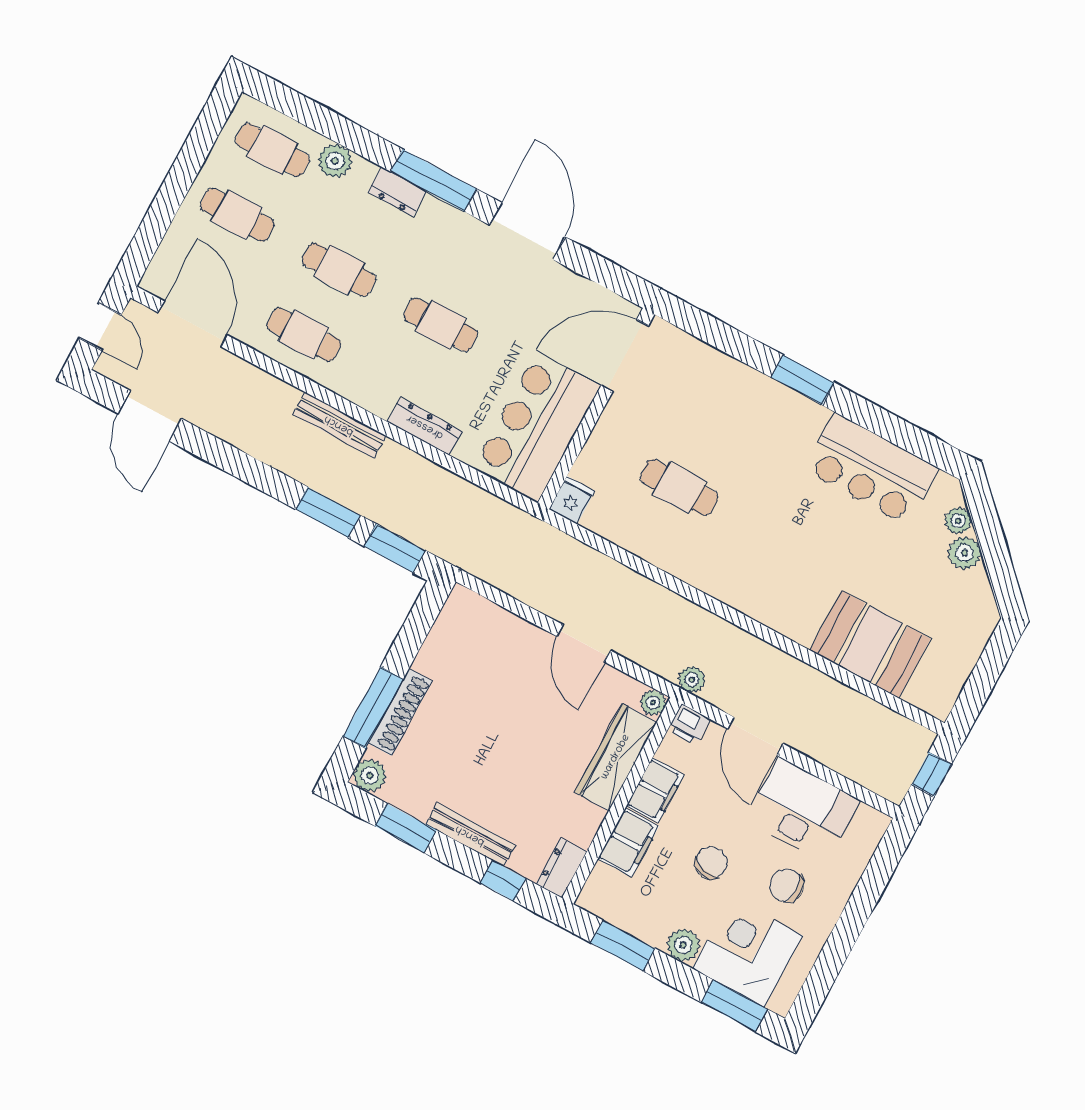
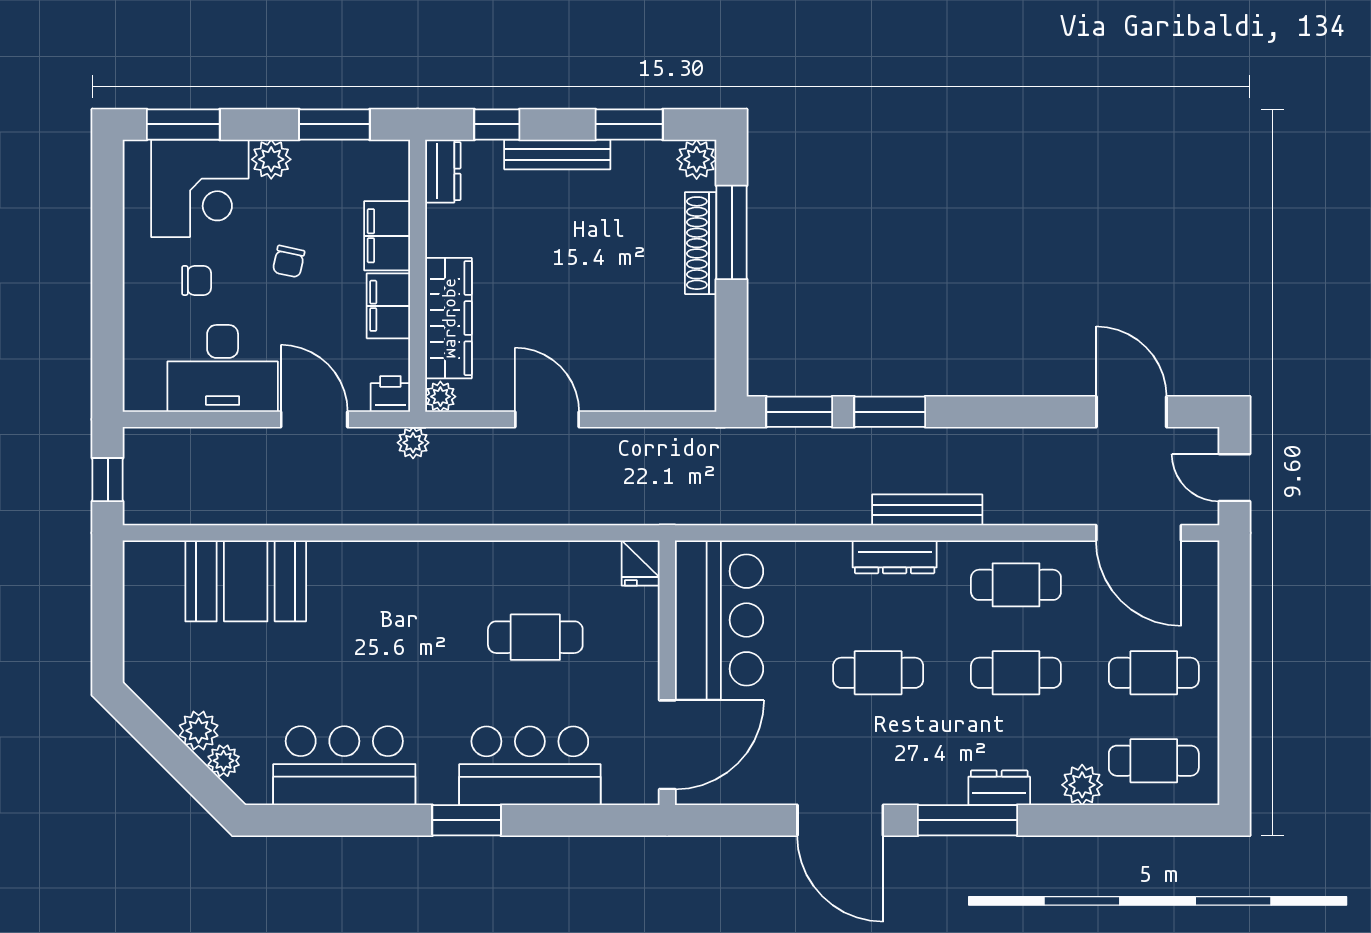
bar counter: (734, 395) -> (530, 766), added
dresser: (425, 426) -> (895, 557), moved
chair: (711, 863) -> (289, 261), width x0.73, depth x0.73
chair: (787, 885) -> (197, 280), width x0.73, depth x0.73

